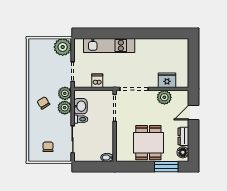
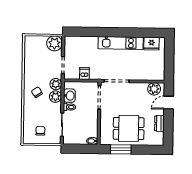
kitchen unit: (109, 45) -> (121, 43), moved
fridge: (167, 80) -> (151, 44), moved, turned 180
plant: (164, 97) -> (154, 89), moved
dining table: (148, 143) -> (129, 128), turned 90
floor lamp: (183, 152) -> (159, 137), removed
window: (166, 167) -> (121, 149), moved

